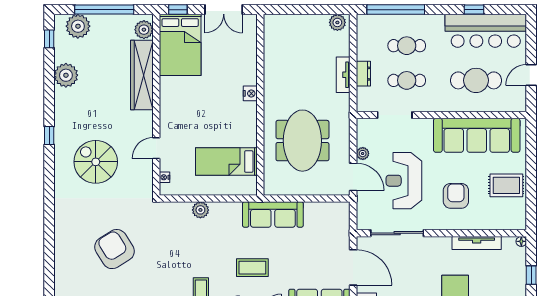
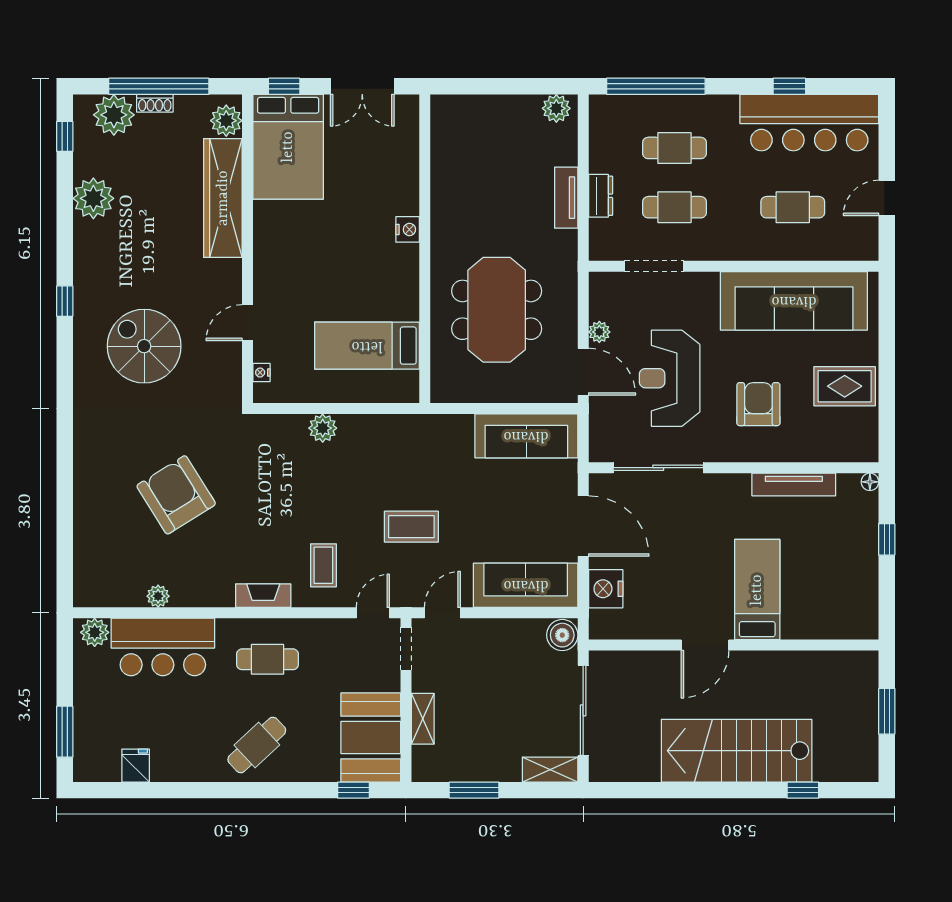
shoe rack: (102, 19) -> (155, 103), added
cafe table: (476, 80) -> (793, 207), width x0.73, depth x0.74
sofa: (273, 214) -> (526, 436), moved

